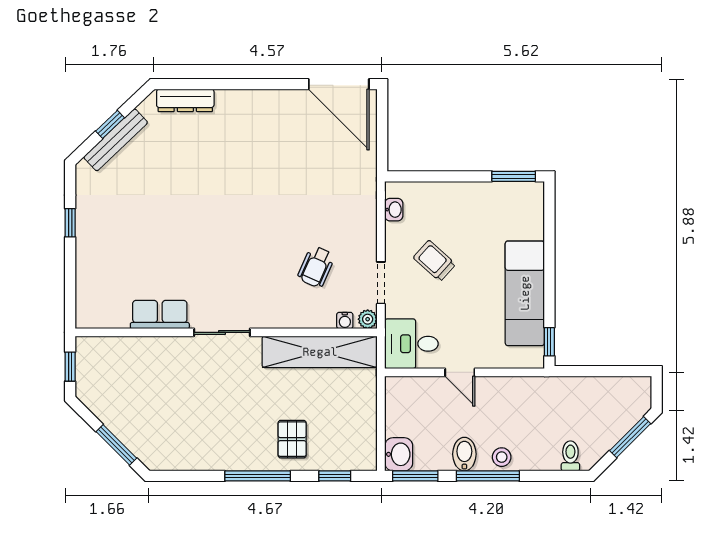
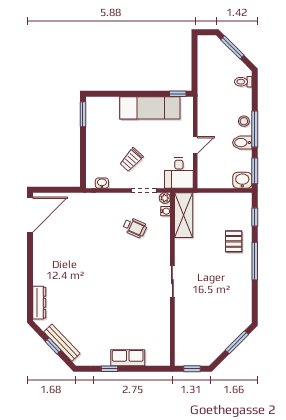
row of seats: (160, 315) -> (128, 358), moved, turned 90
shelving: (320, 352) -> (184, 215), width x0.68
pallet: (292, 439) -> (234, 241), turned 90

